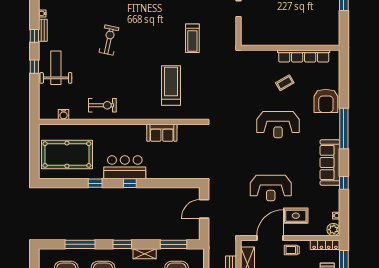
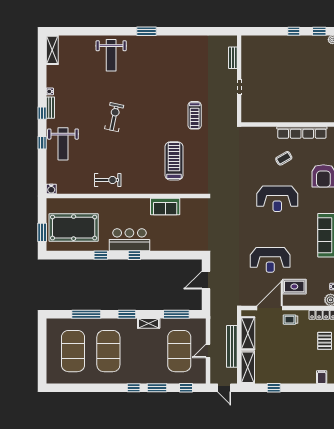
weight bench: (56, 68) -> (63, 144), turned 180
water cooler: (64, 115) -> (51, 189), moved
window: (34, 160) -> (42, 232), added

